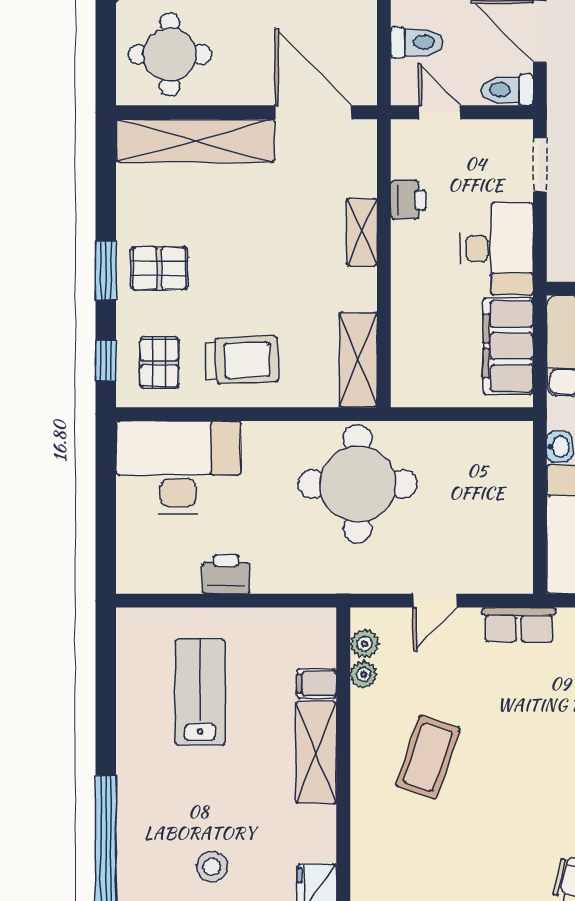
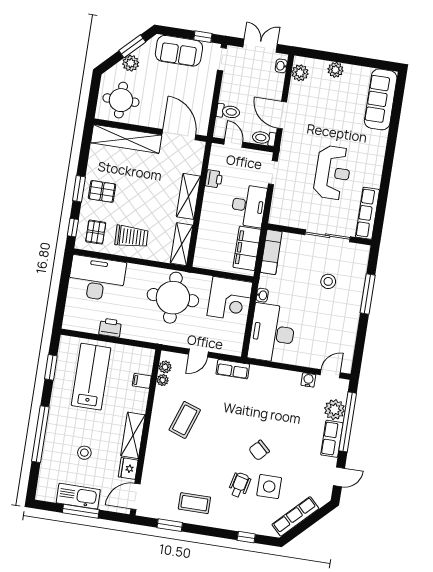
shelving: (362, 232) -> (188, 196), width x1.50, depth x1.33
corner desk: (487, 467) -> (230, 299), added
window: (106, 685) -> (51, 367), added
lab bench: (200, 692) -> (91, 377), width x1.36, depth x1.39
shelving: (316, 752) -> (133, 435), moved

